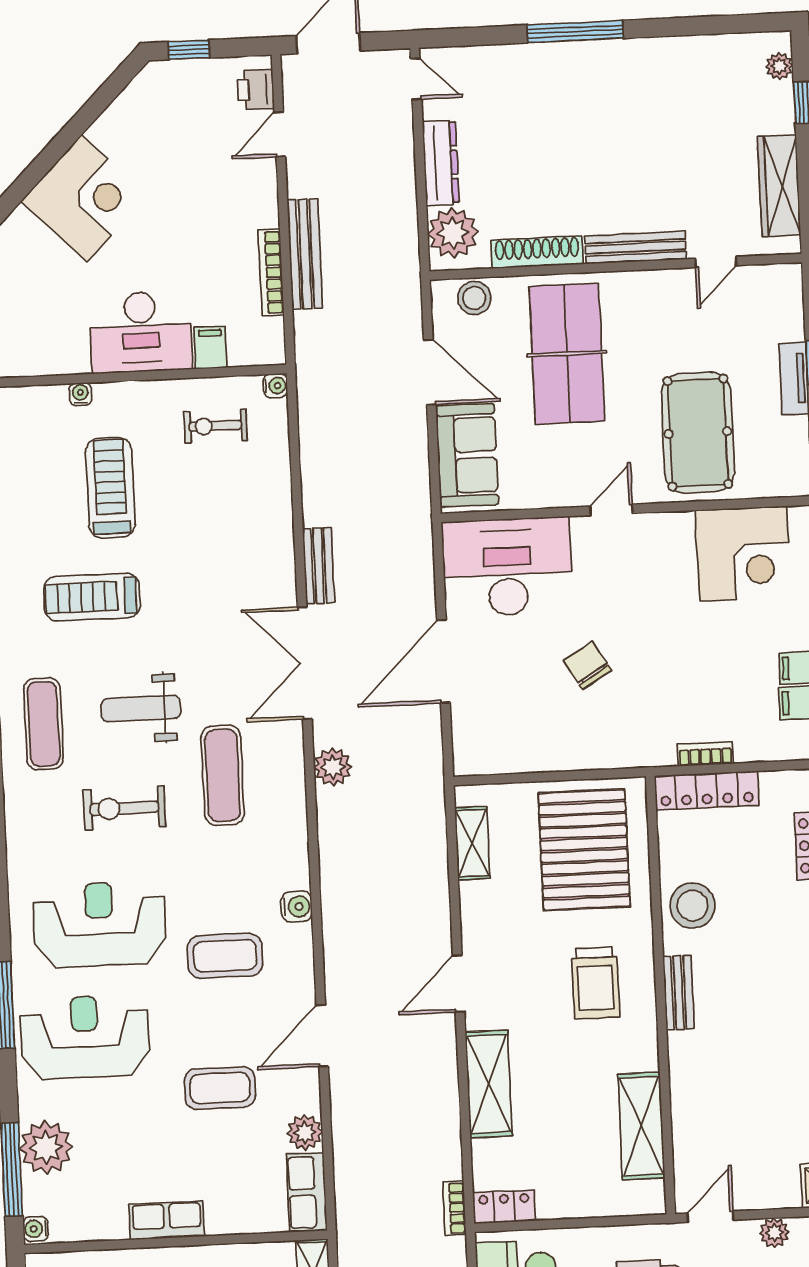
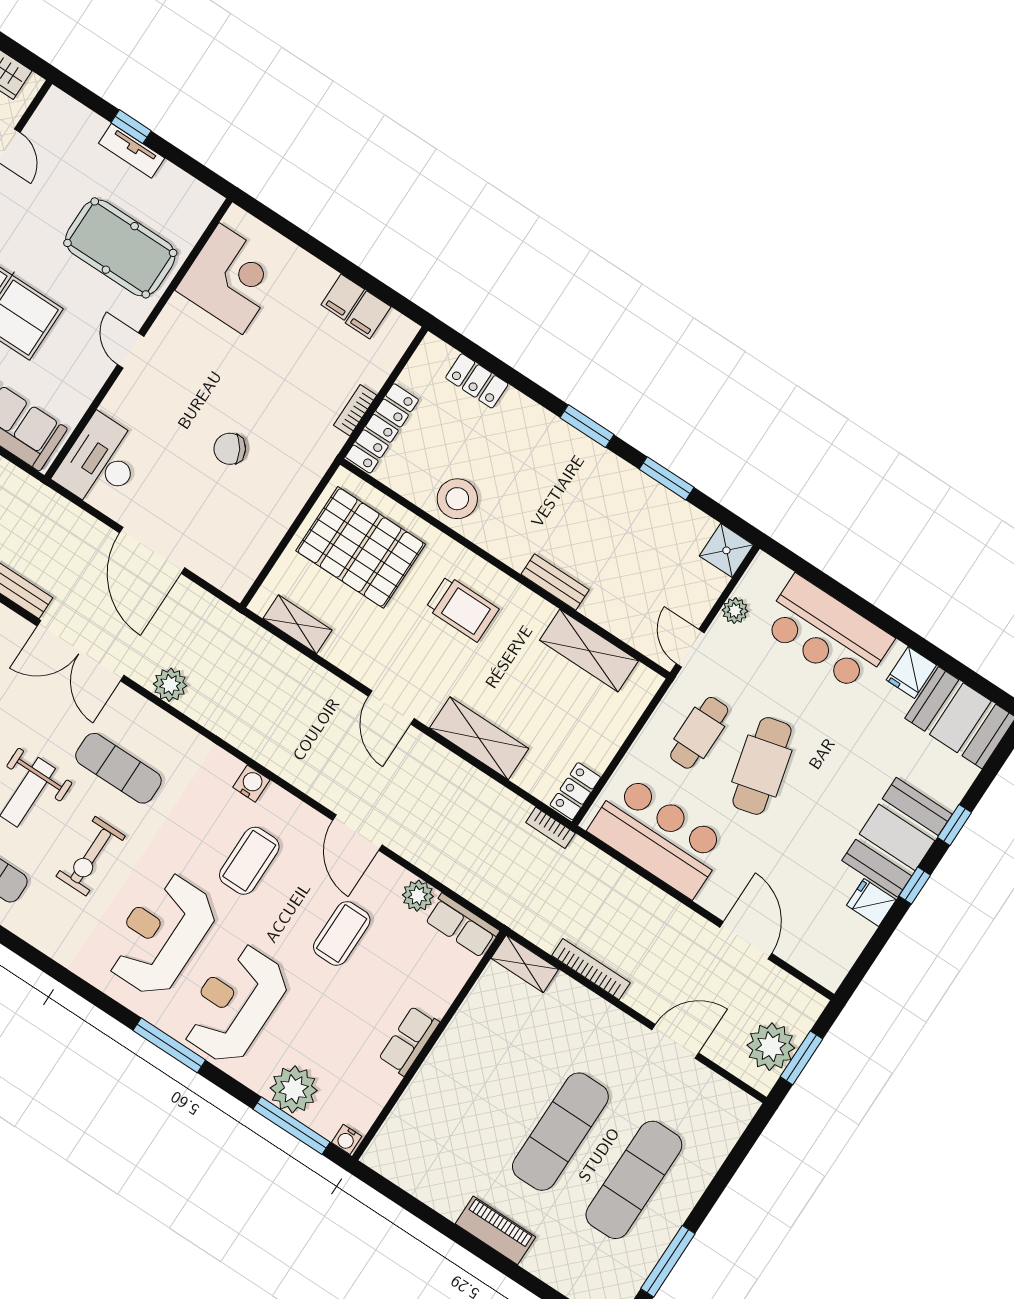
desk: (507, 567) -> (101, 462), width x0.73, depth x0.77
bench: (679, 993) -> (555, 582), moved

